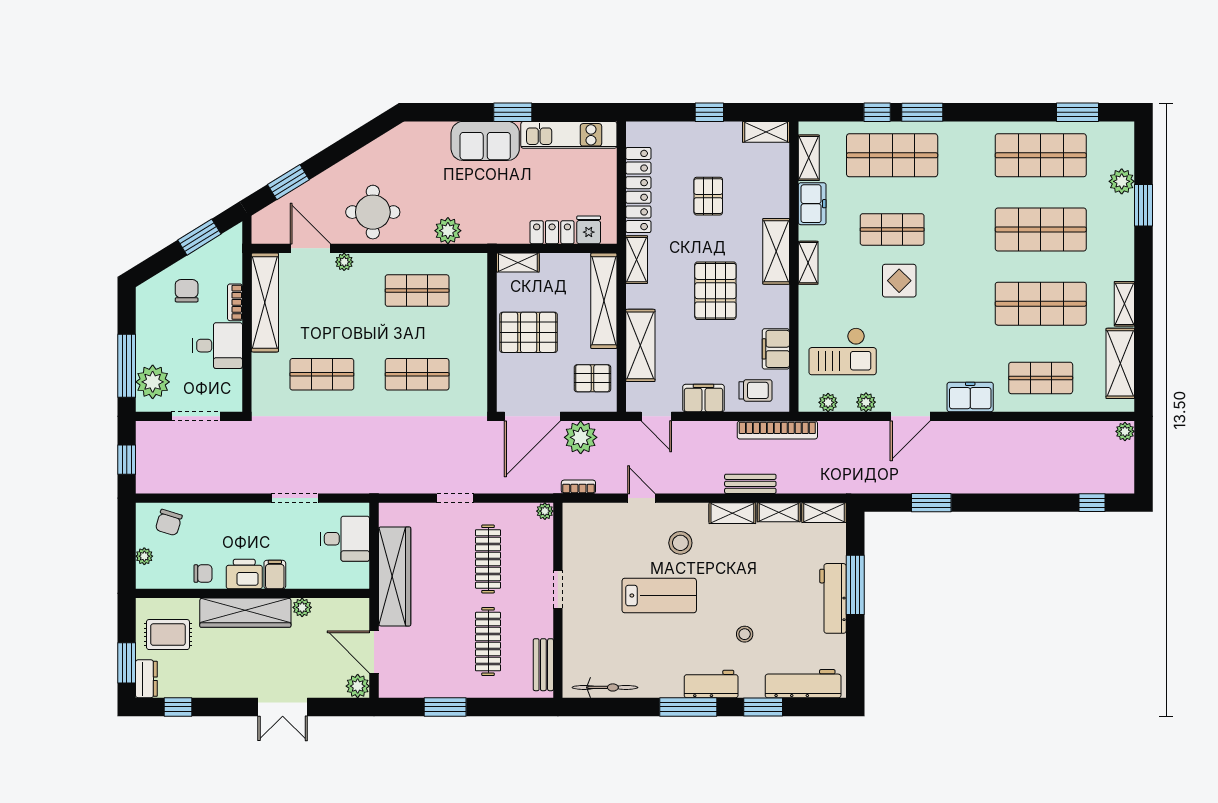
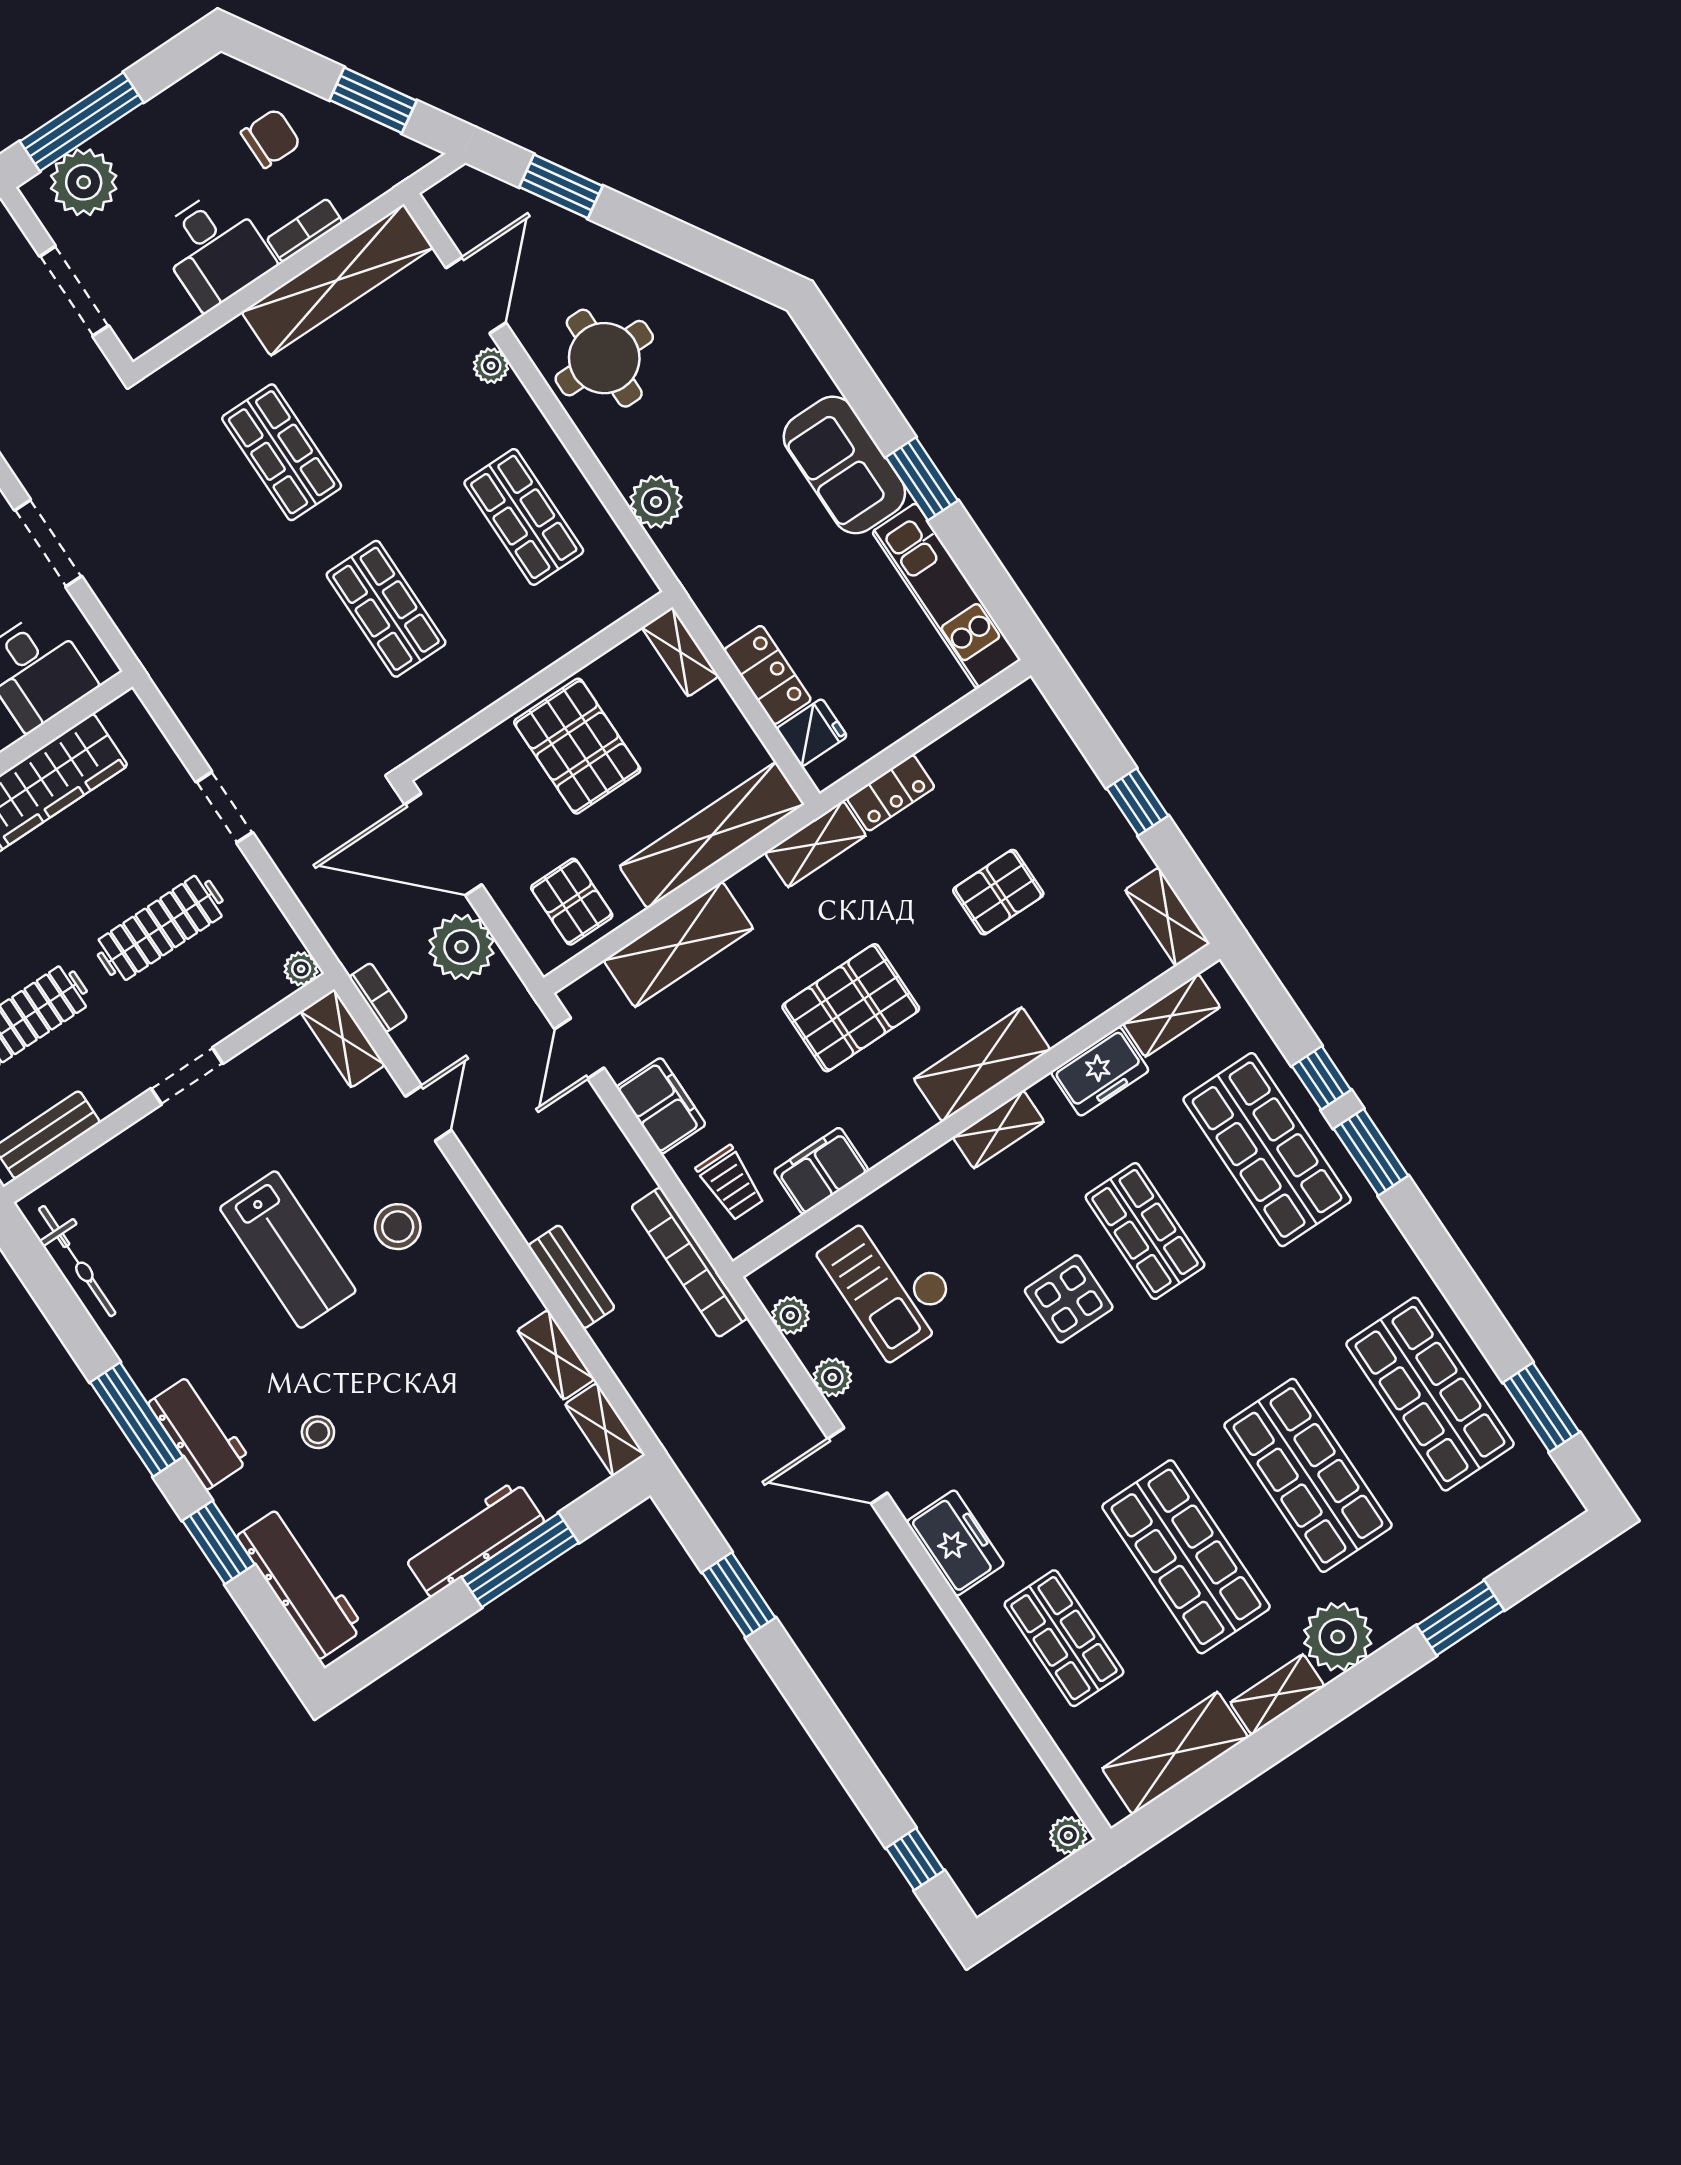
plant: (1122, 181) -> (1338, 1637), moved, width x1.36, depth x1.36
locker: (638, 190) -> (891, 793), width x0.46, depth x0.83
shelving: (732, 513) -> (343, 1038), moved

